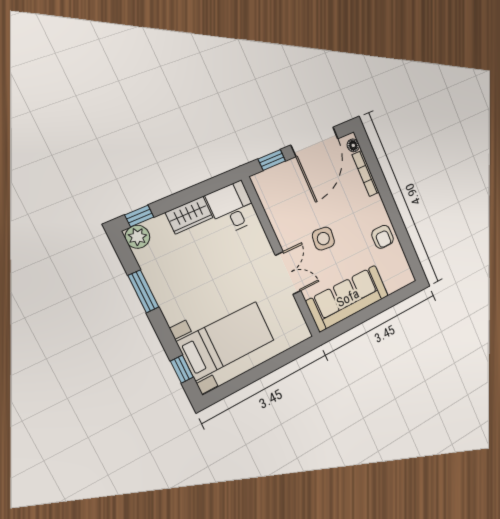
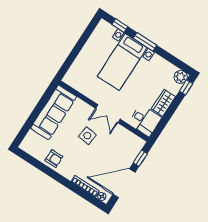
door: (315, 142) -> (124, 183), hinge flipped
armchair: (383, 237) -> (54, 158), turned 180
double door: (288, 273) -> (108, 114), moved
window: (143, 291) -> (145, 42), moved
bed with nightstands: (226, 341) -> (122, 62), moved

